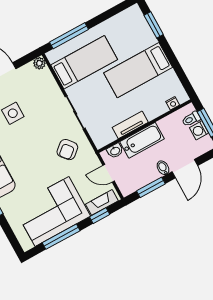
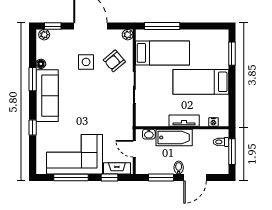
tv unit: (130, 125) -> (184, 121), moved
washing machine: (199, 130) -> (222, 154), removed
armchair: (67, 150) -> (114, 61), moved

